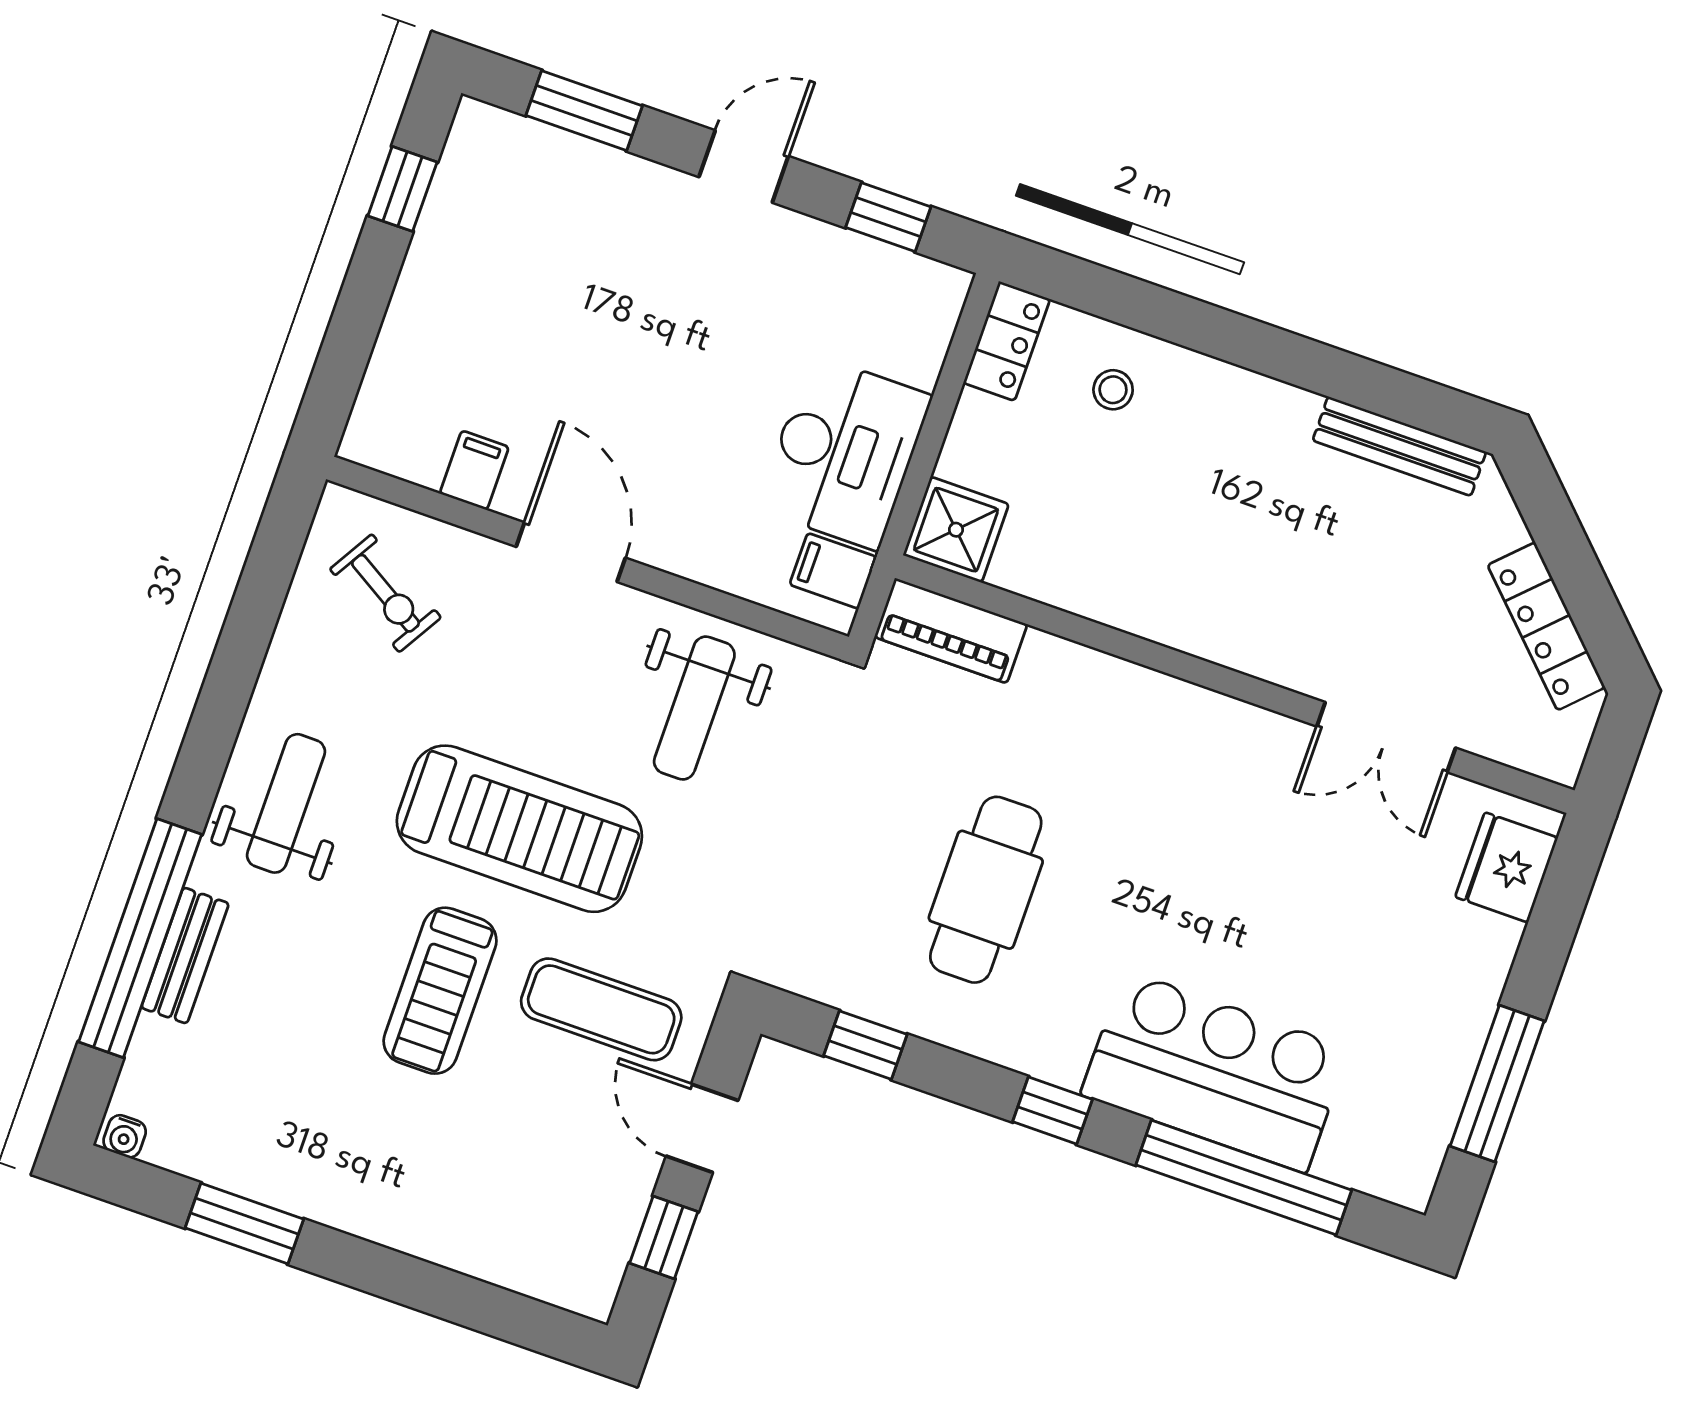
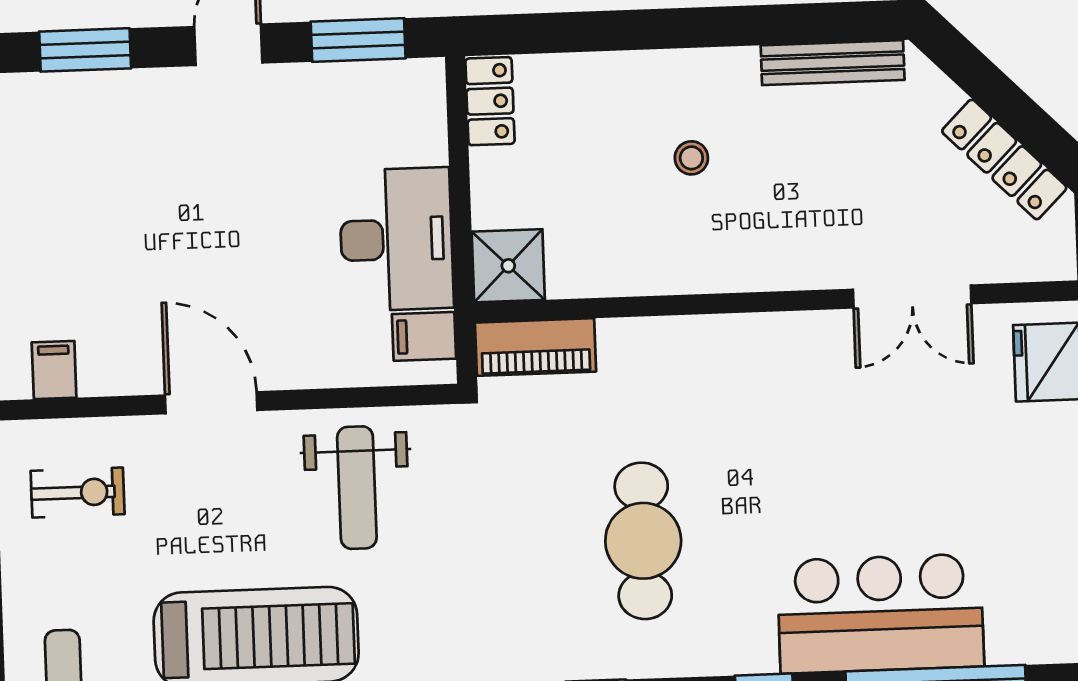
window: (888, 217) -> (358, 40), width x1.50
stool: (1113, 390) -> (691, 158), moved
filing cabinet: (474, 470) -> (54, 370), moved
exercise bike: (385, 593) -> (78, 493), turned -31

